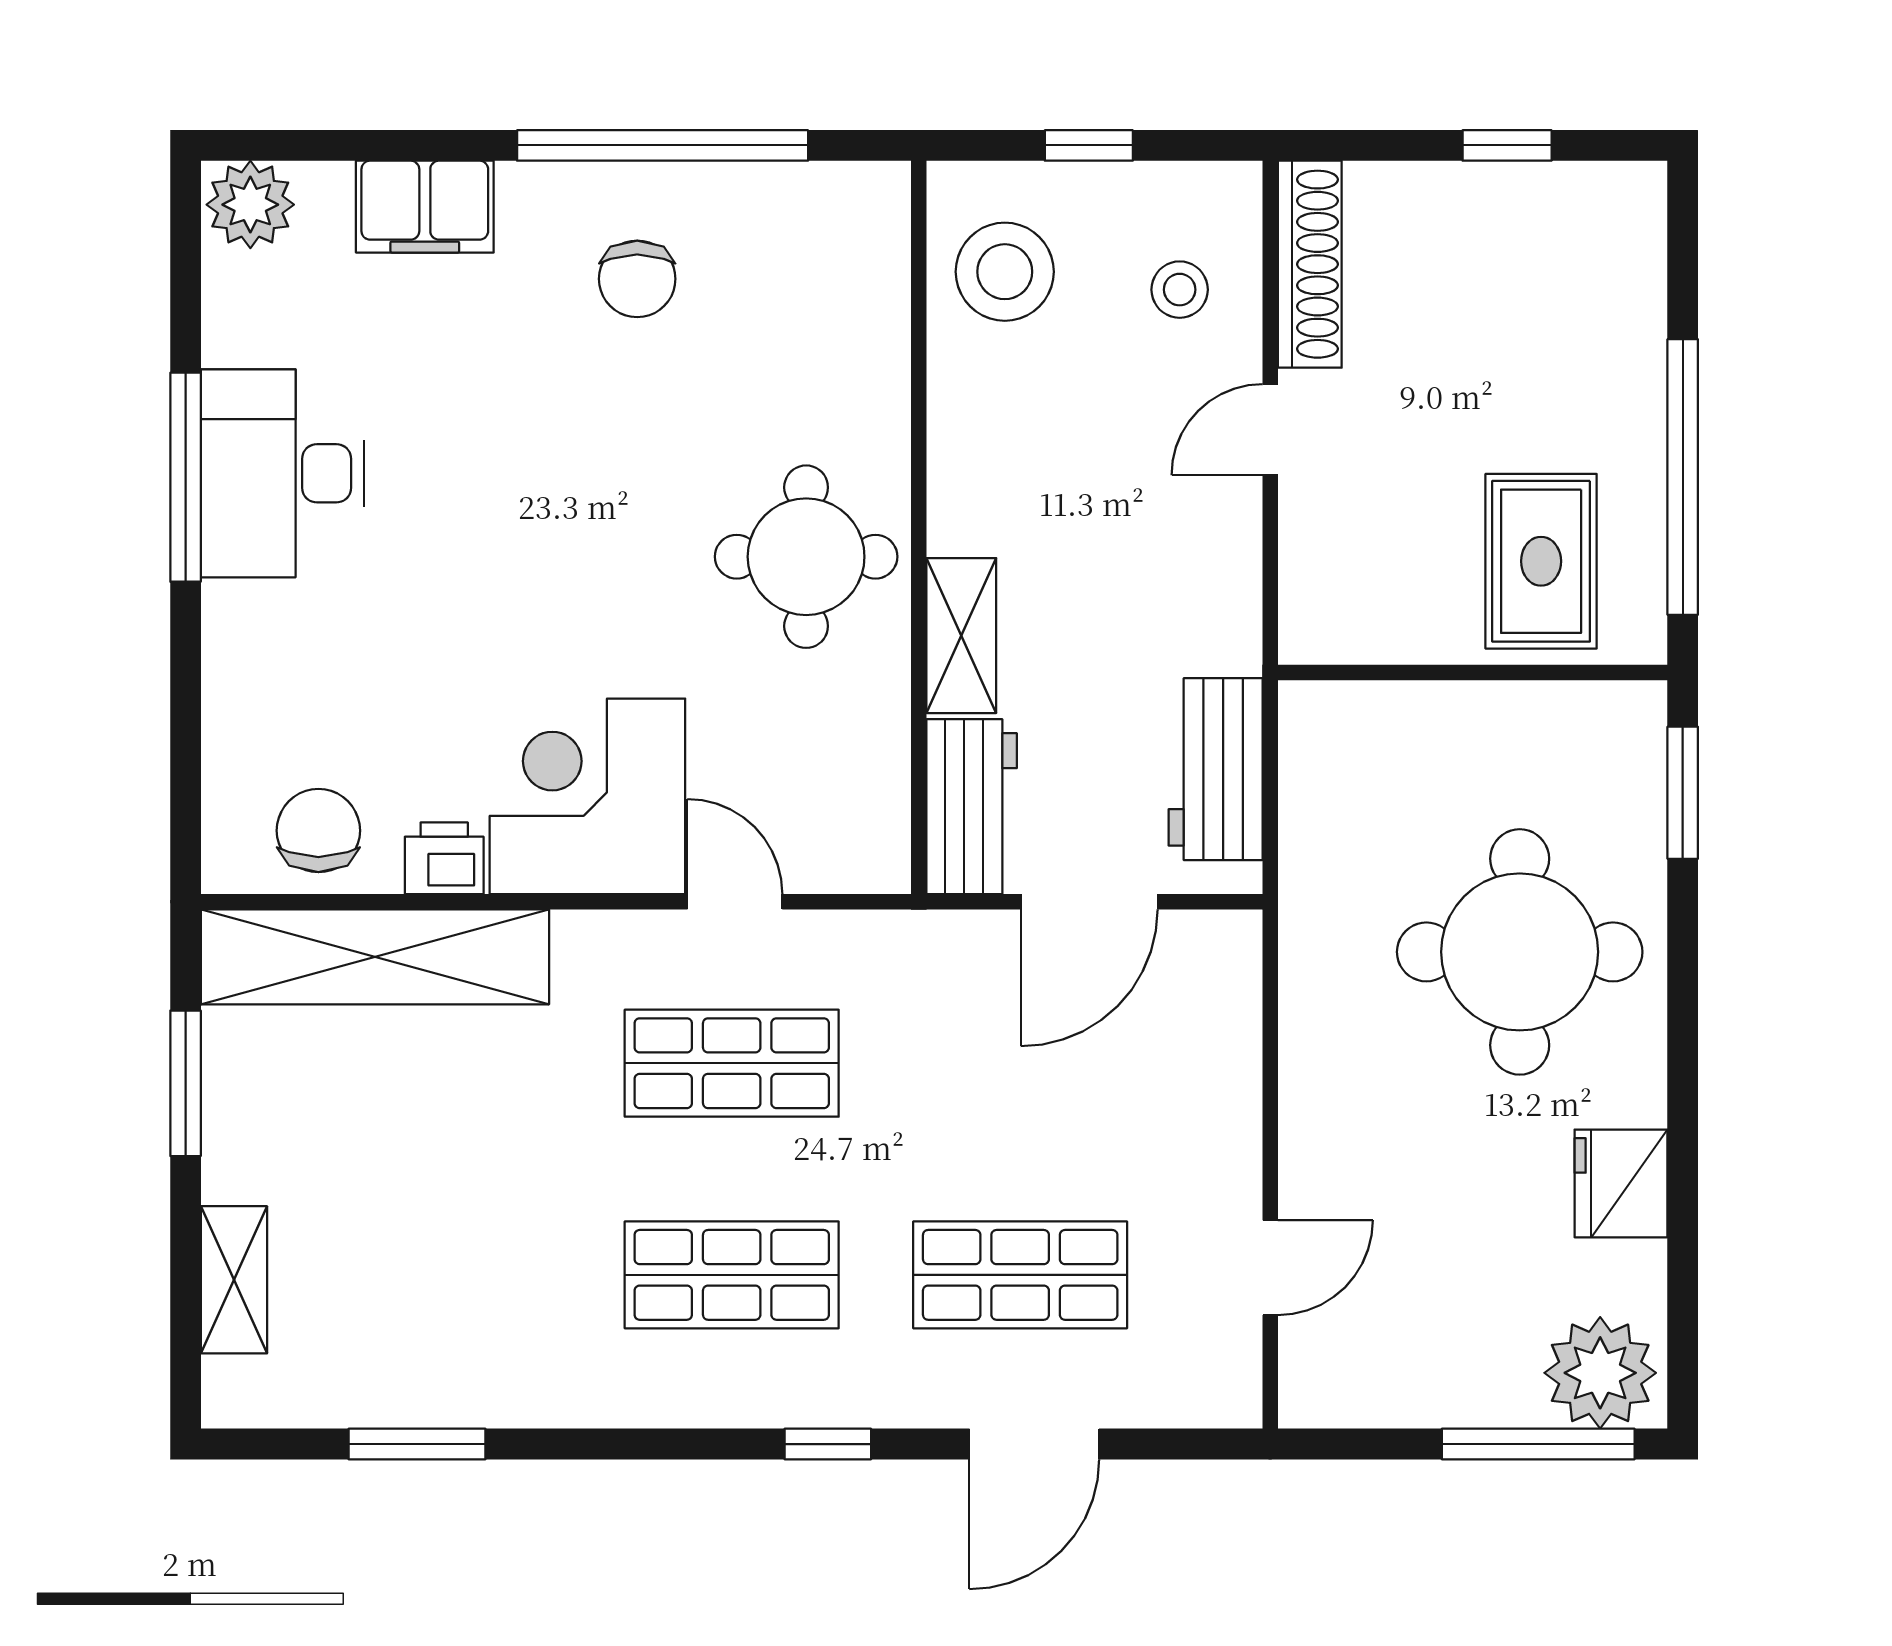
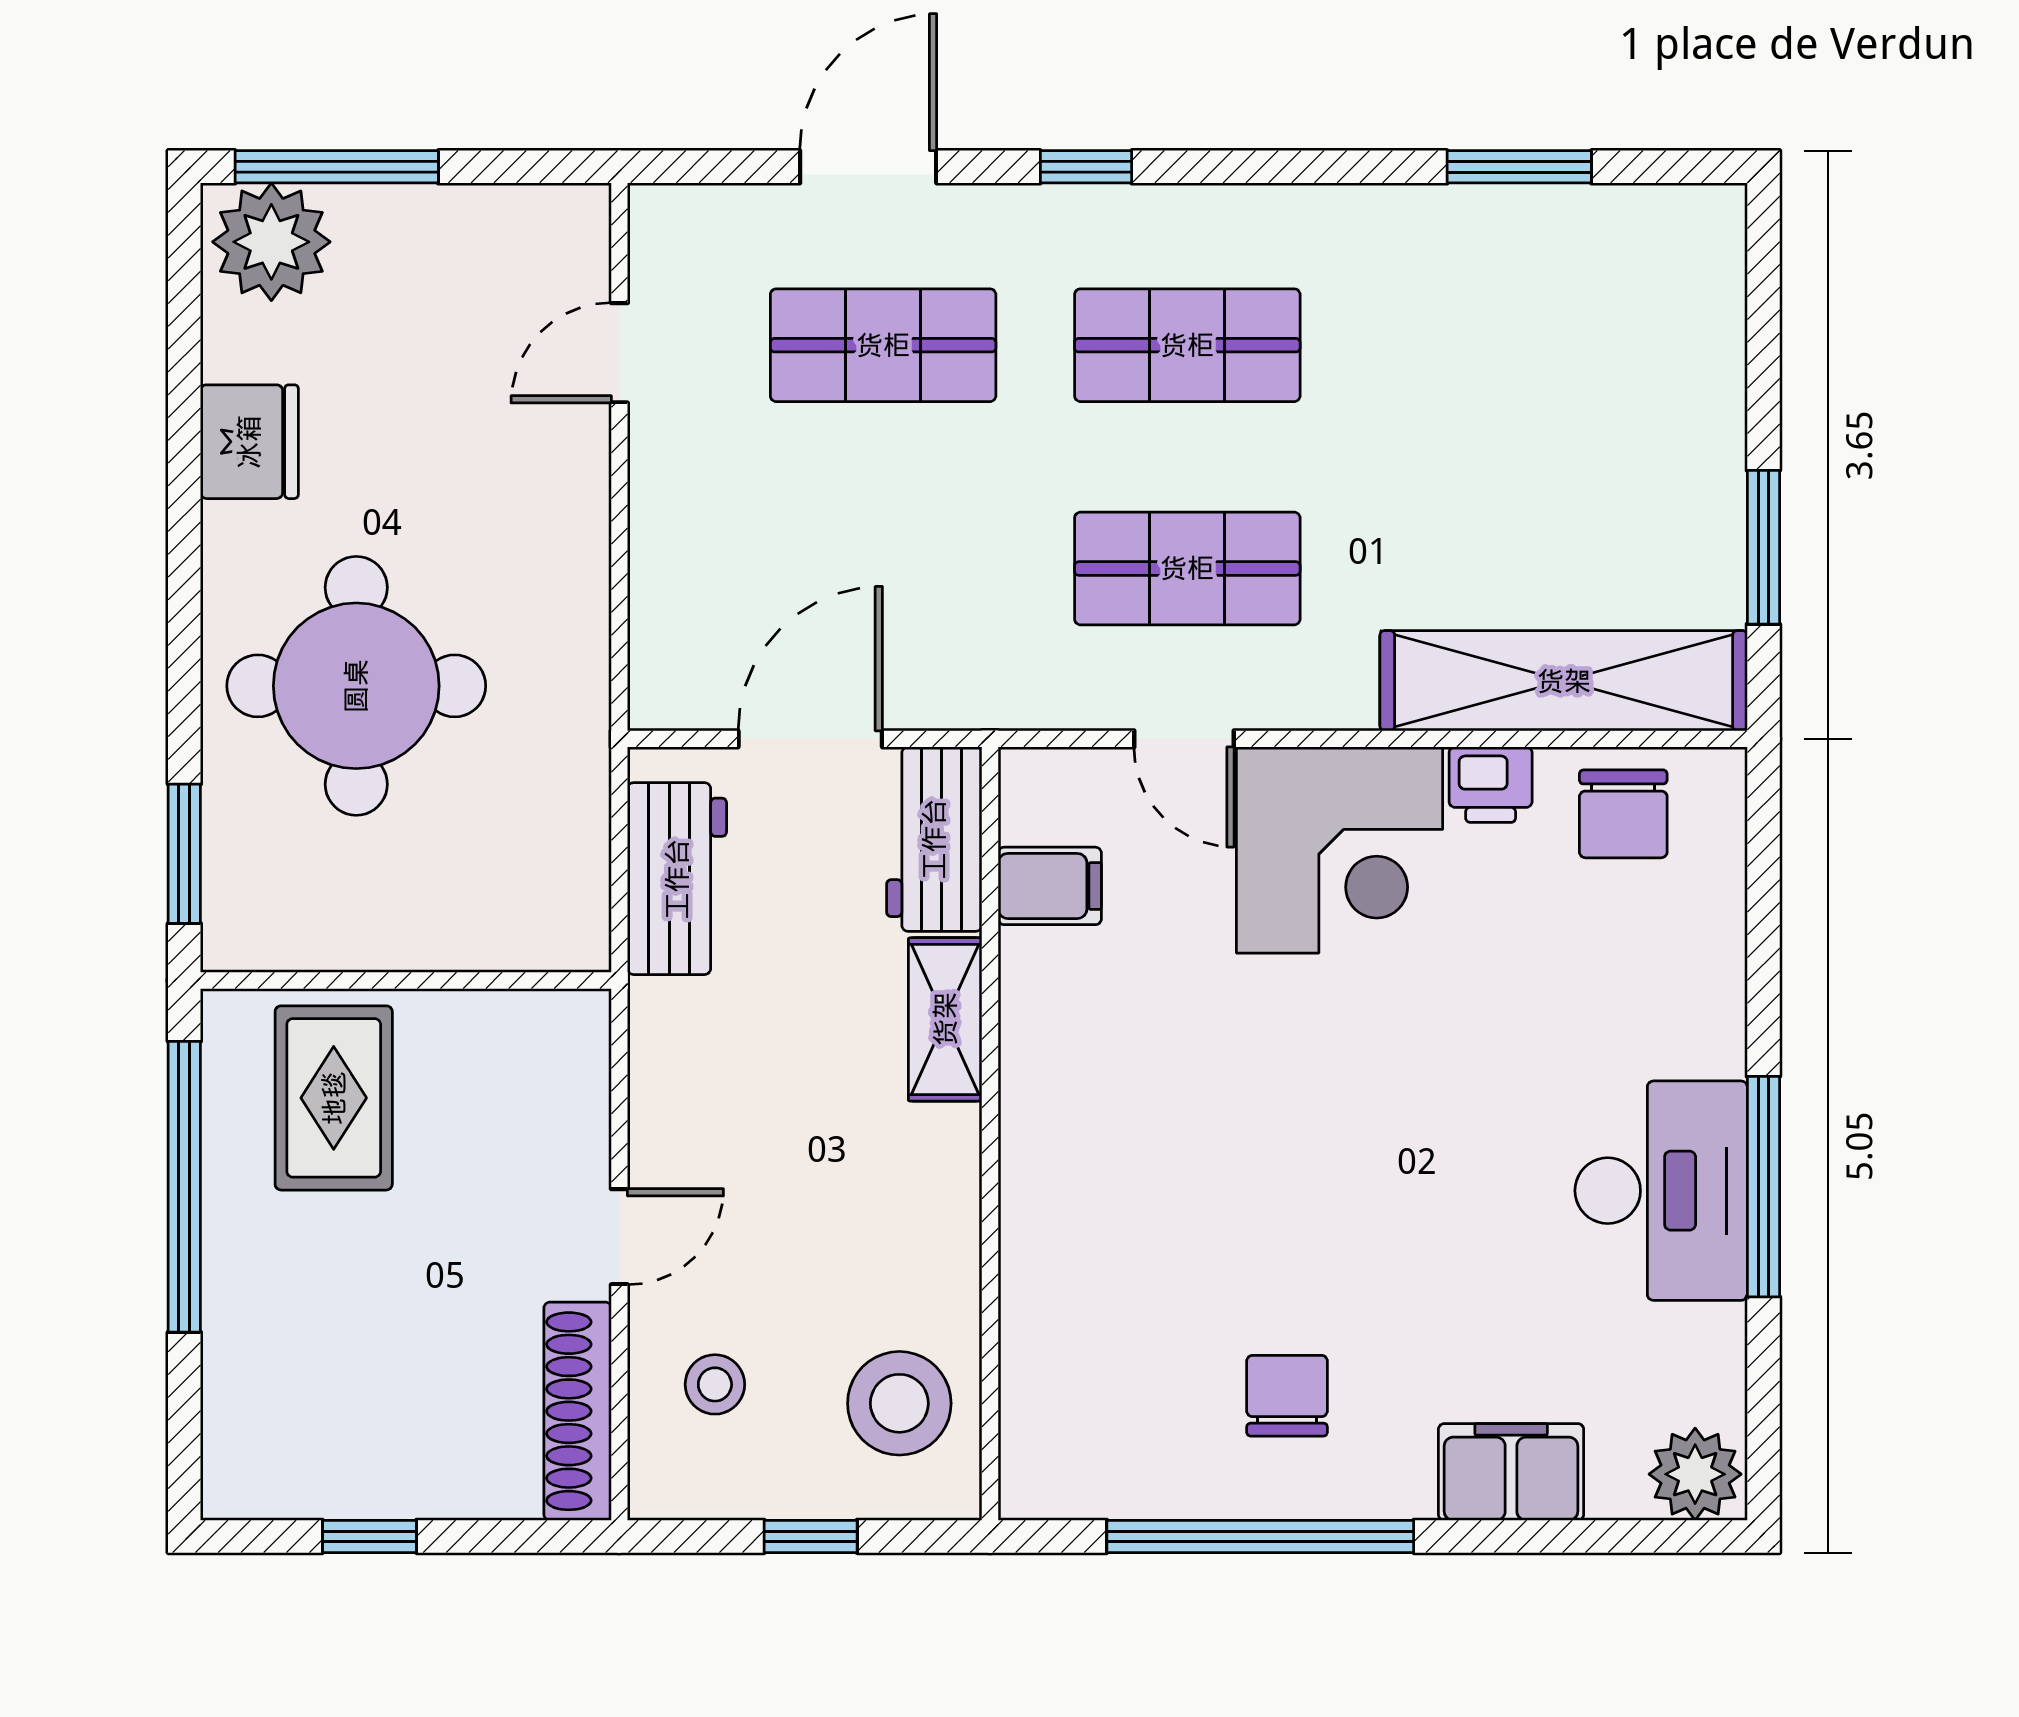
round table: (806, 557) -> (1109, 1103), removed
filing cabinet: (862, 762) -> (1050, 886), added
shelving: (234, 1280) -> (1712, 340), removed

